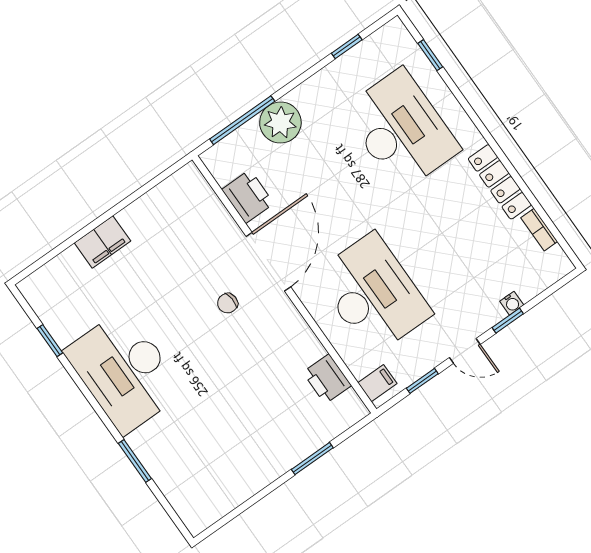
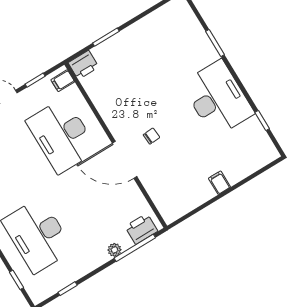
plant: (280, 123) -> (114, 250), width x0.53, depth x0.53
printer: (248, 196) -> (141, 229), moved, turned 90
filing cabinet: (103, 242) -> (219, 183), width x0.50
door: (268, 262) -> (125, 160), hinge flipped
printer: (327, 379) -> (83, 65), moved, turned 90

